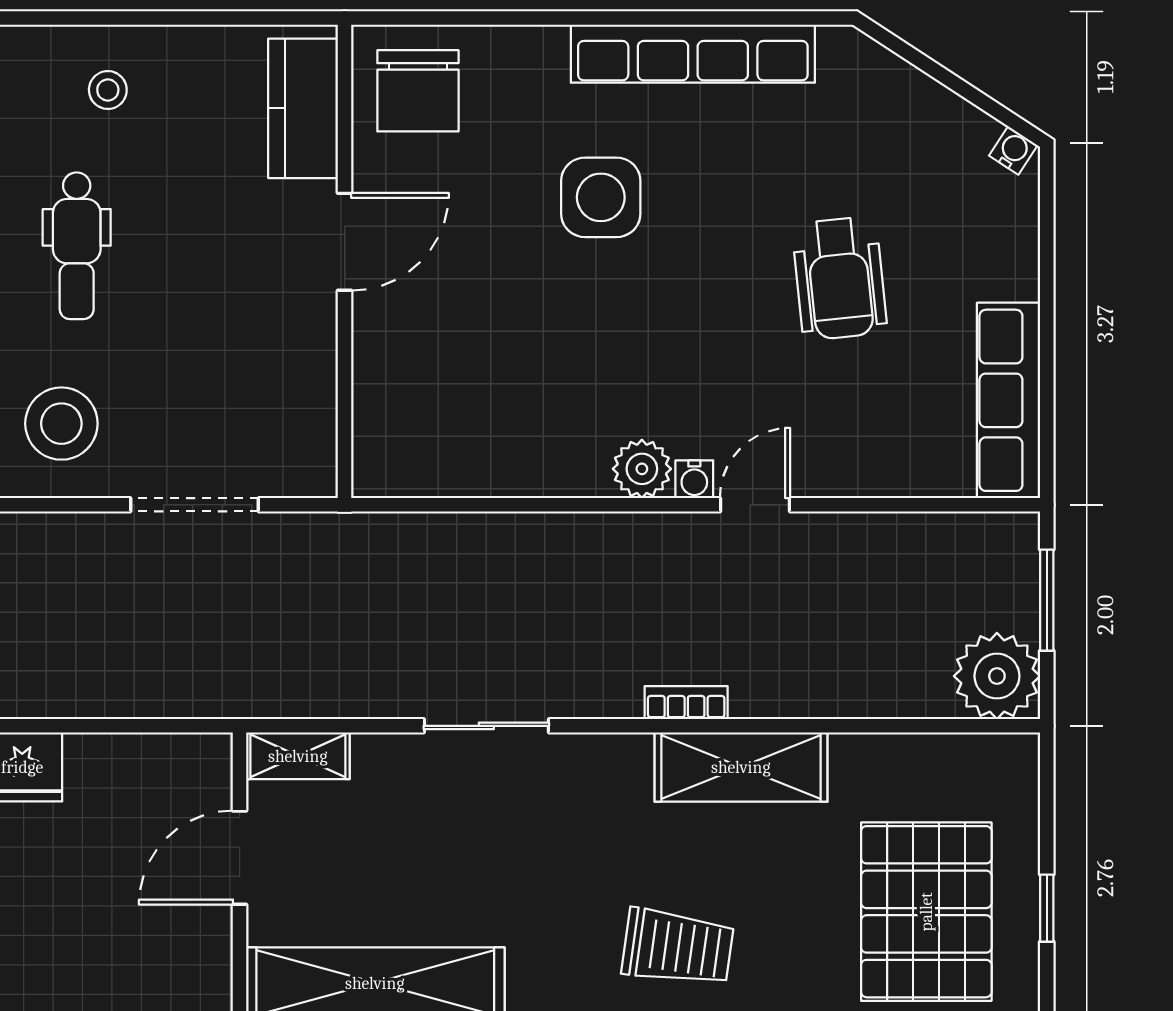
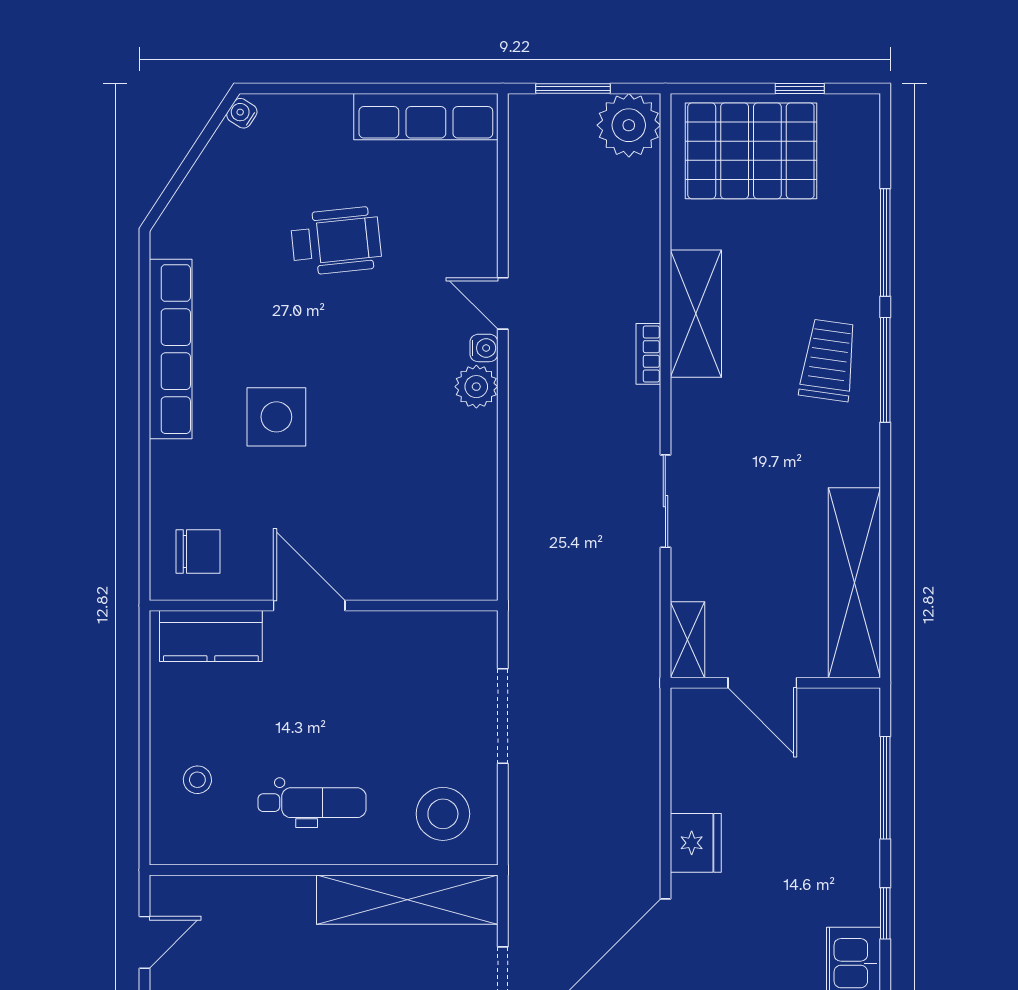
chair: (418, 91) -> (198, 551), width x0.73, depth x0.73
pallet: (926, 912) -> (751, 151), moved

